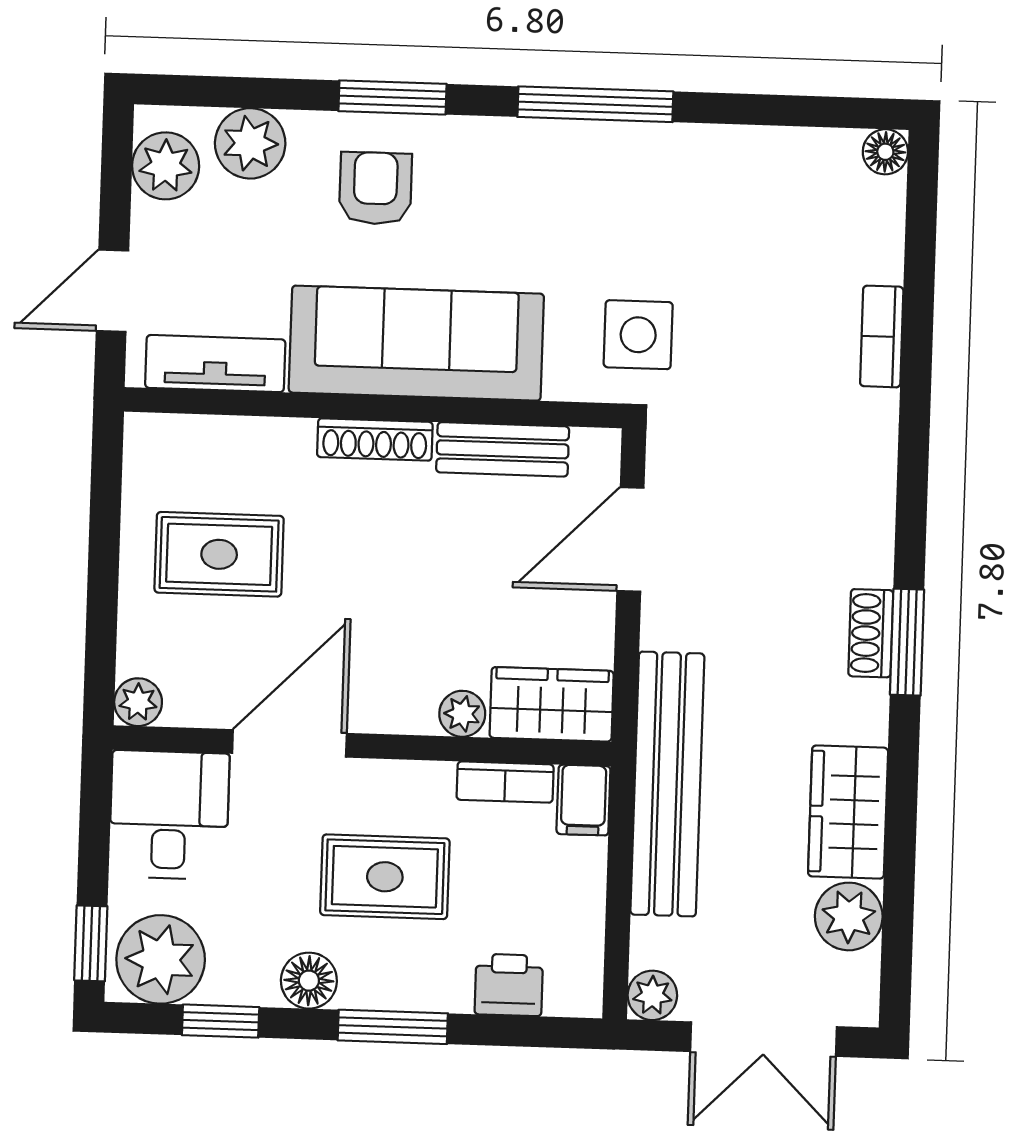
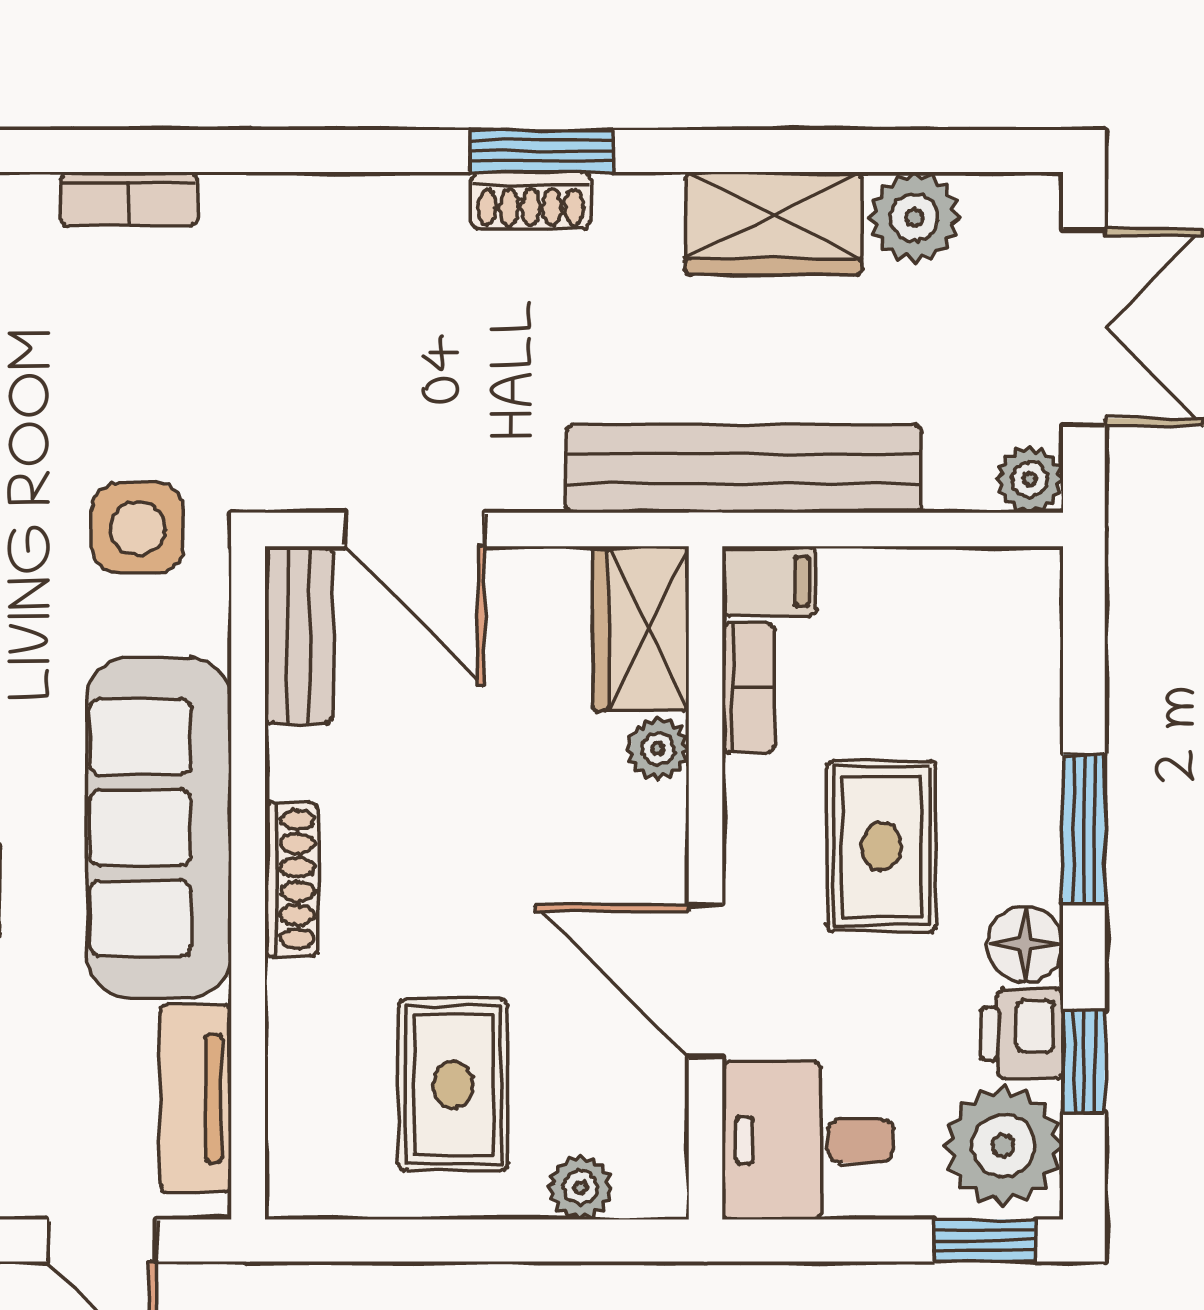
bench: (503, 449) -> (299, 635), moved
plant: (138, 702) -> (580, 1187), moved
printer: (509, 985) -> (1022, 1034), moved

